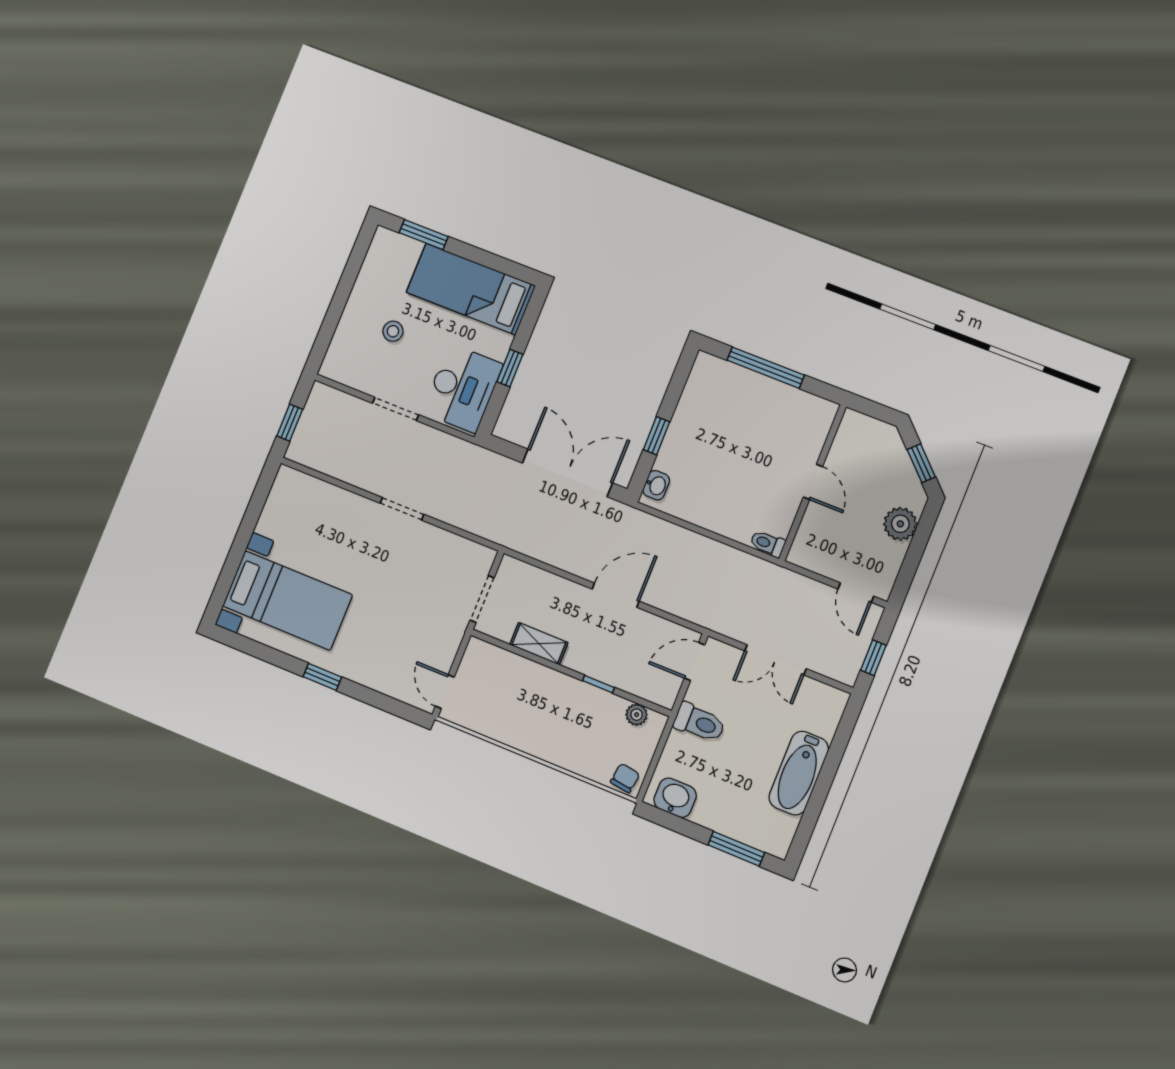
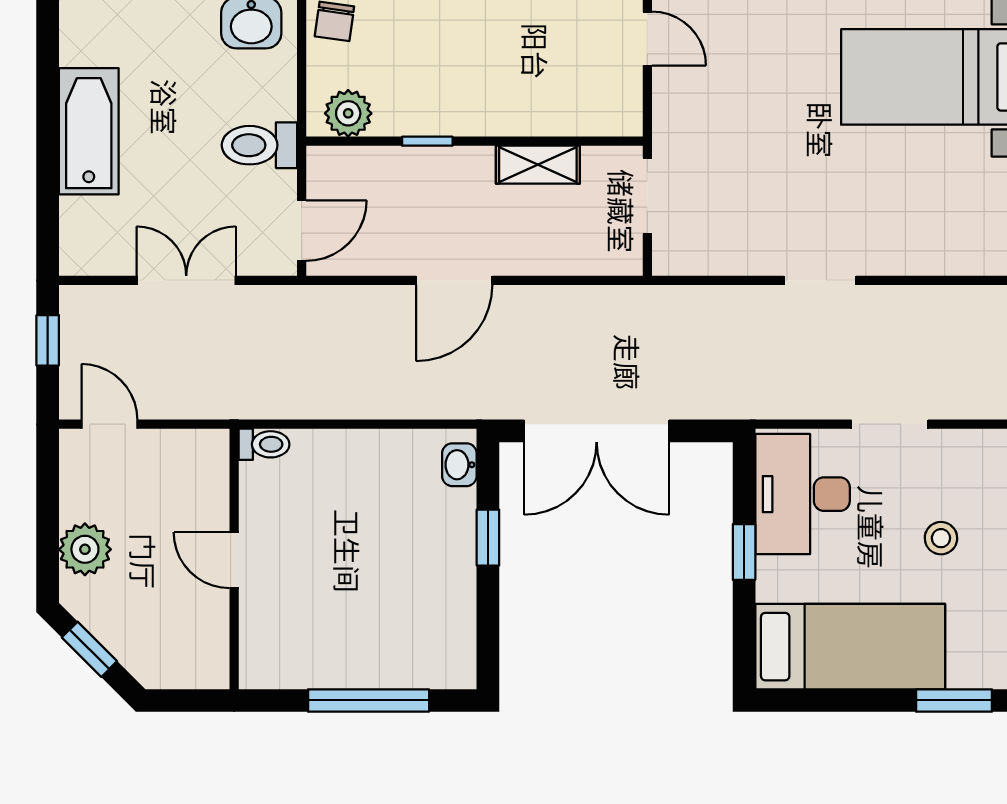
plant: (637, 715) -> (348, 113), width x1.38, depth x1.38

